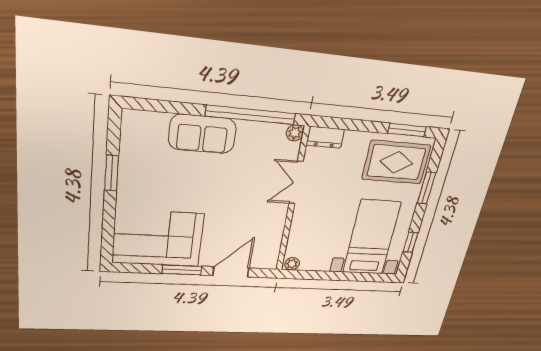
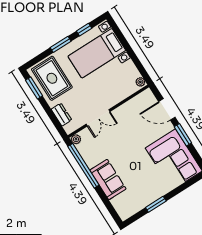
dresser: (325, 137) -> (61, 115), moved
window: (427, 188) -> (61, 44), moved

